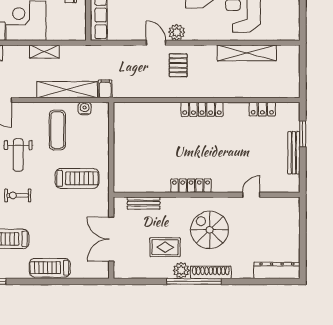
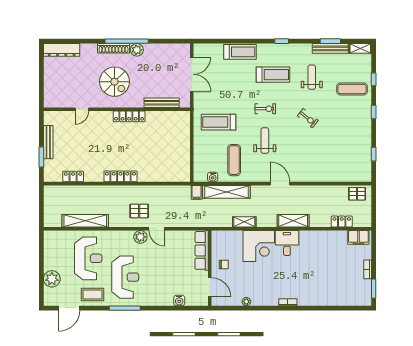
pallet: (178, 65) -> (139, 211), turned 90
bench: (144, 203) -> (162, 103), width x1.36
rug: (165, 247) -> (149, 68), removed

